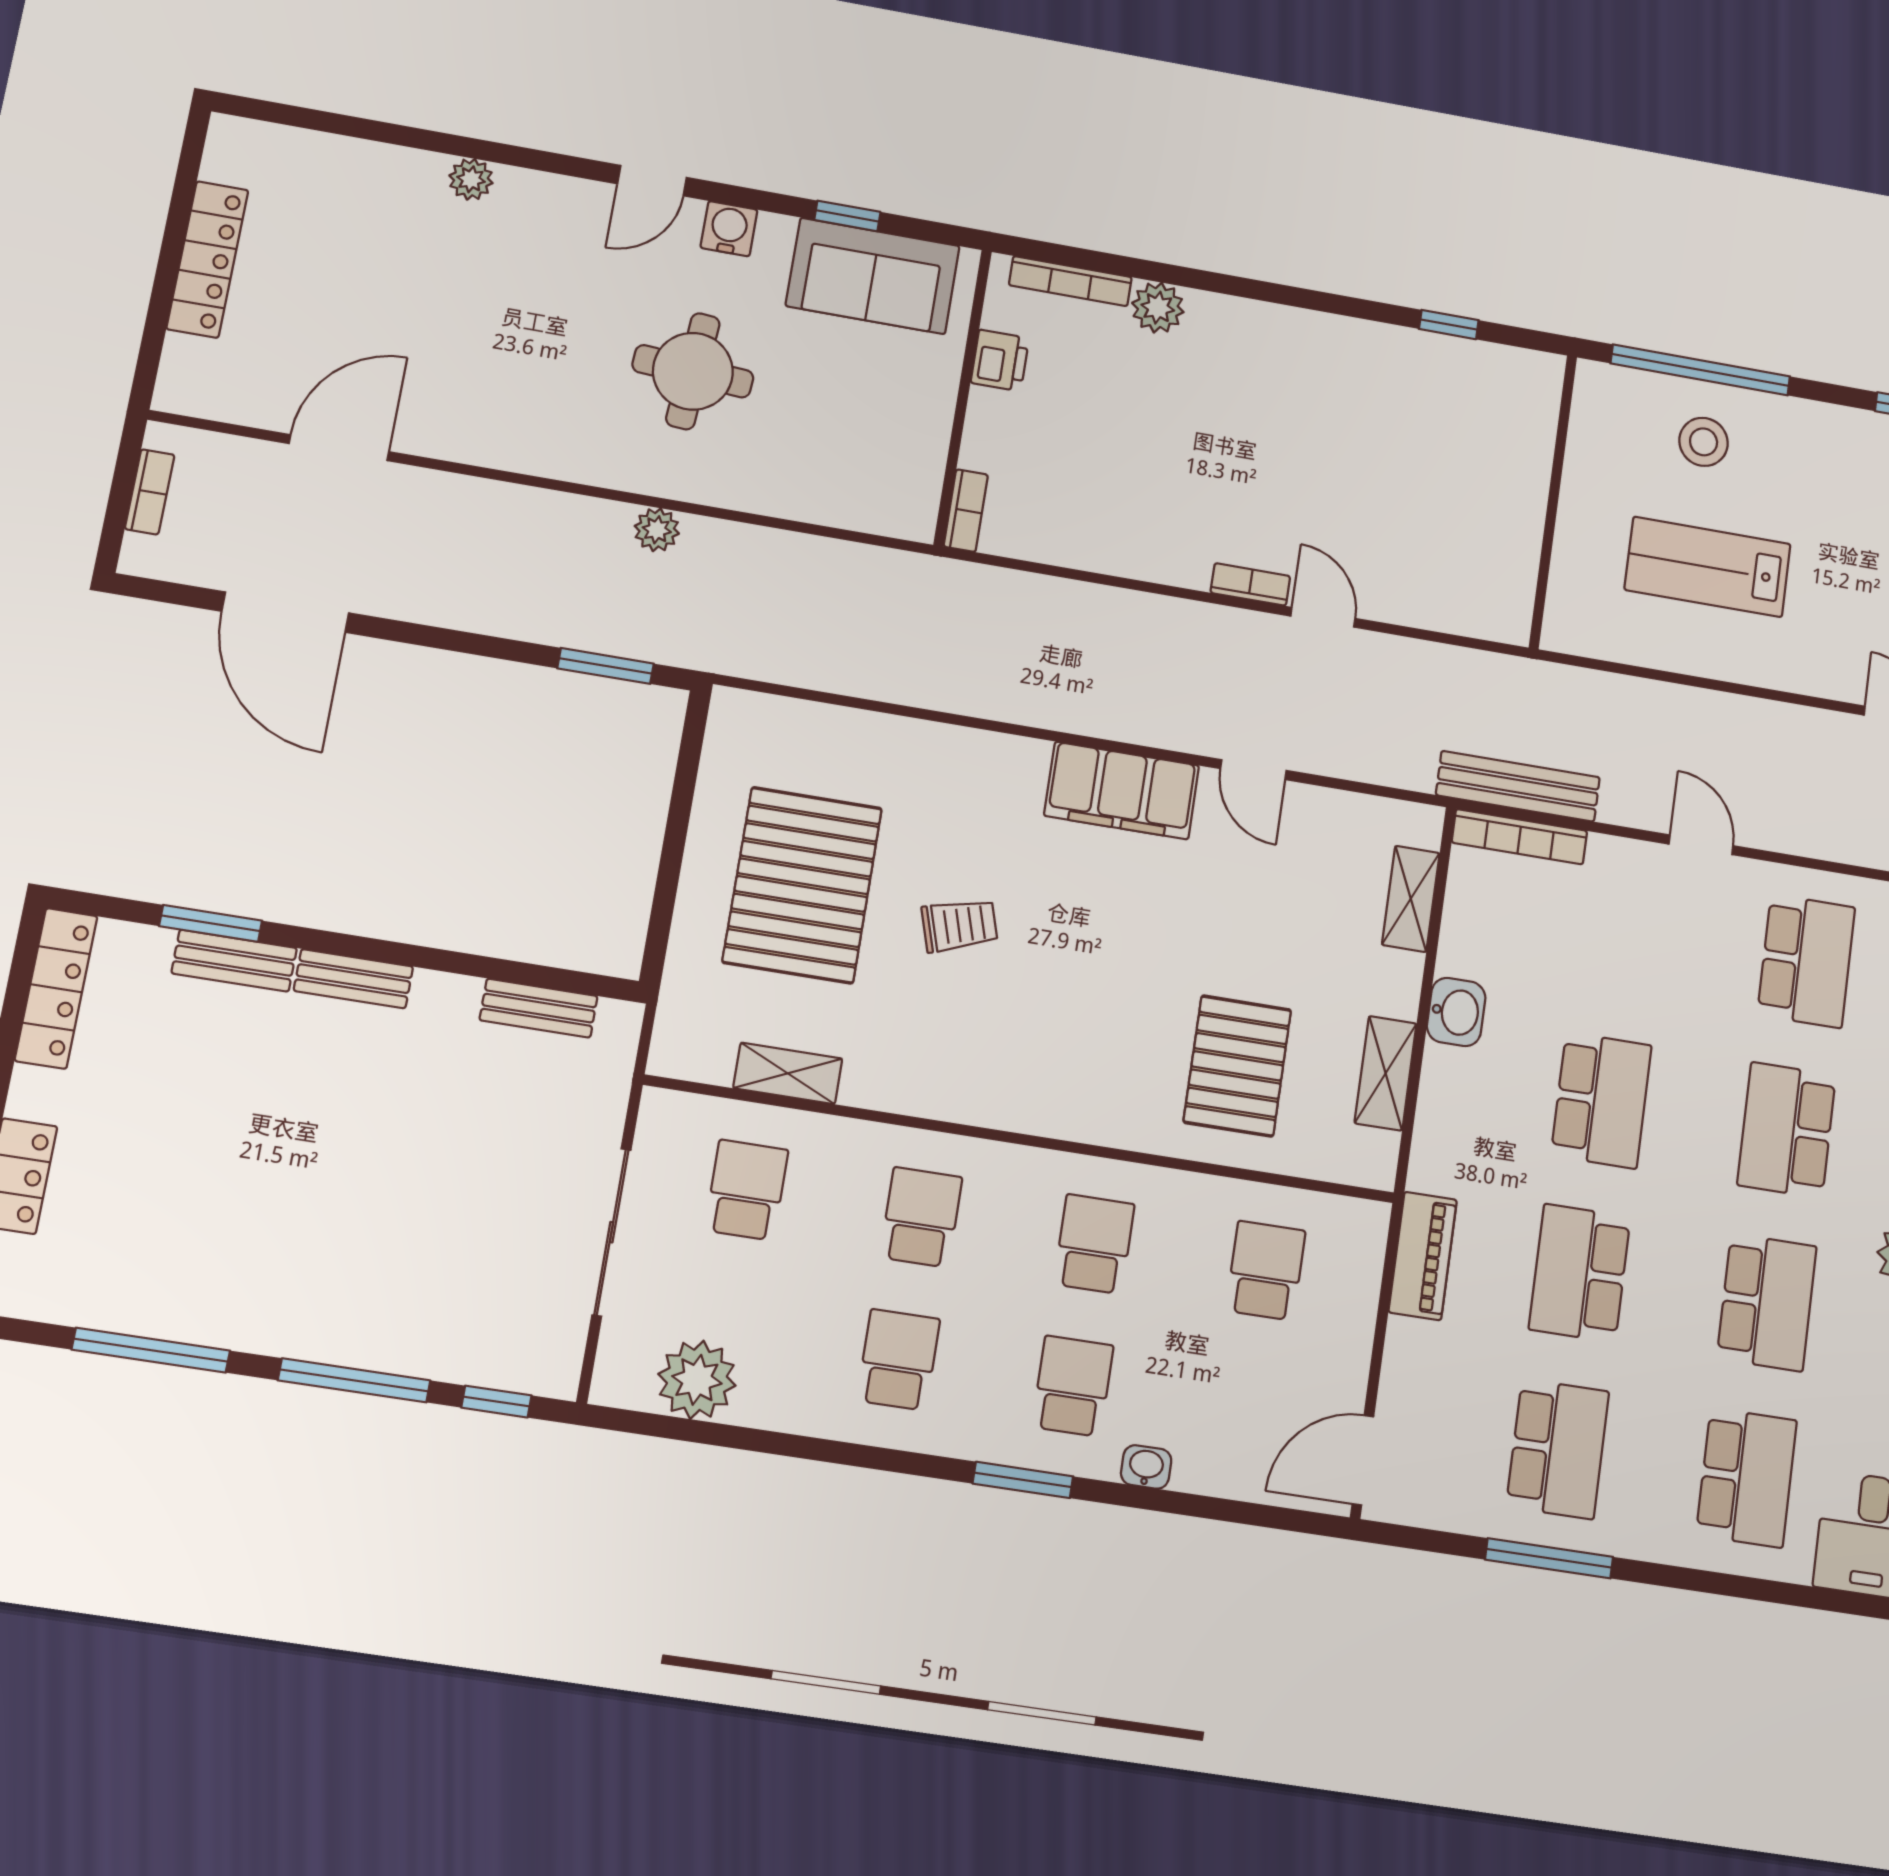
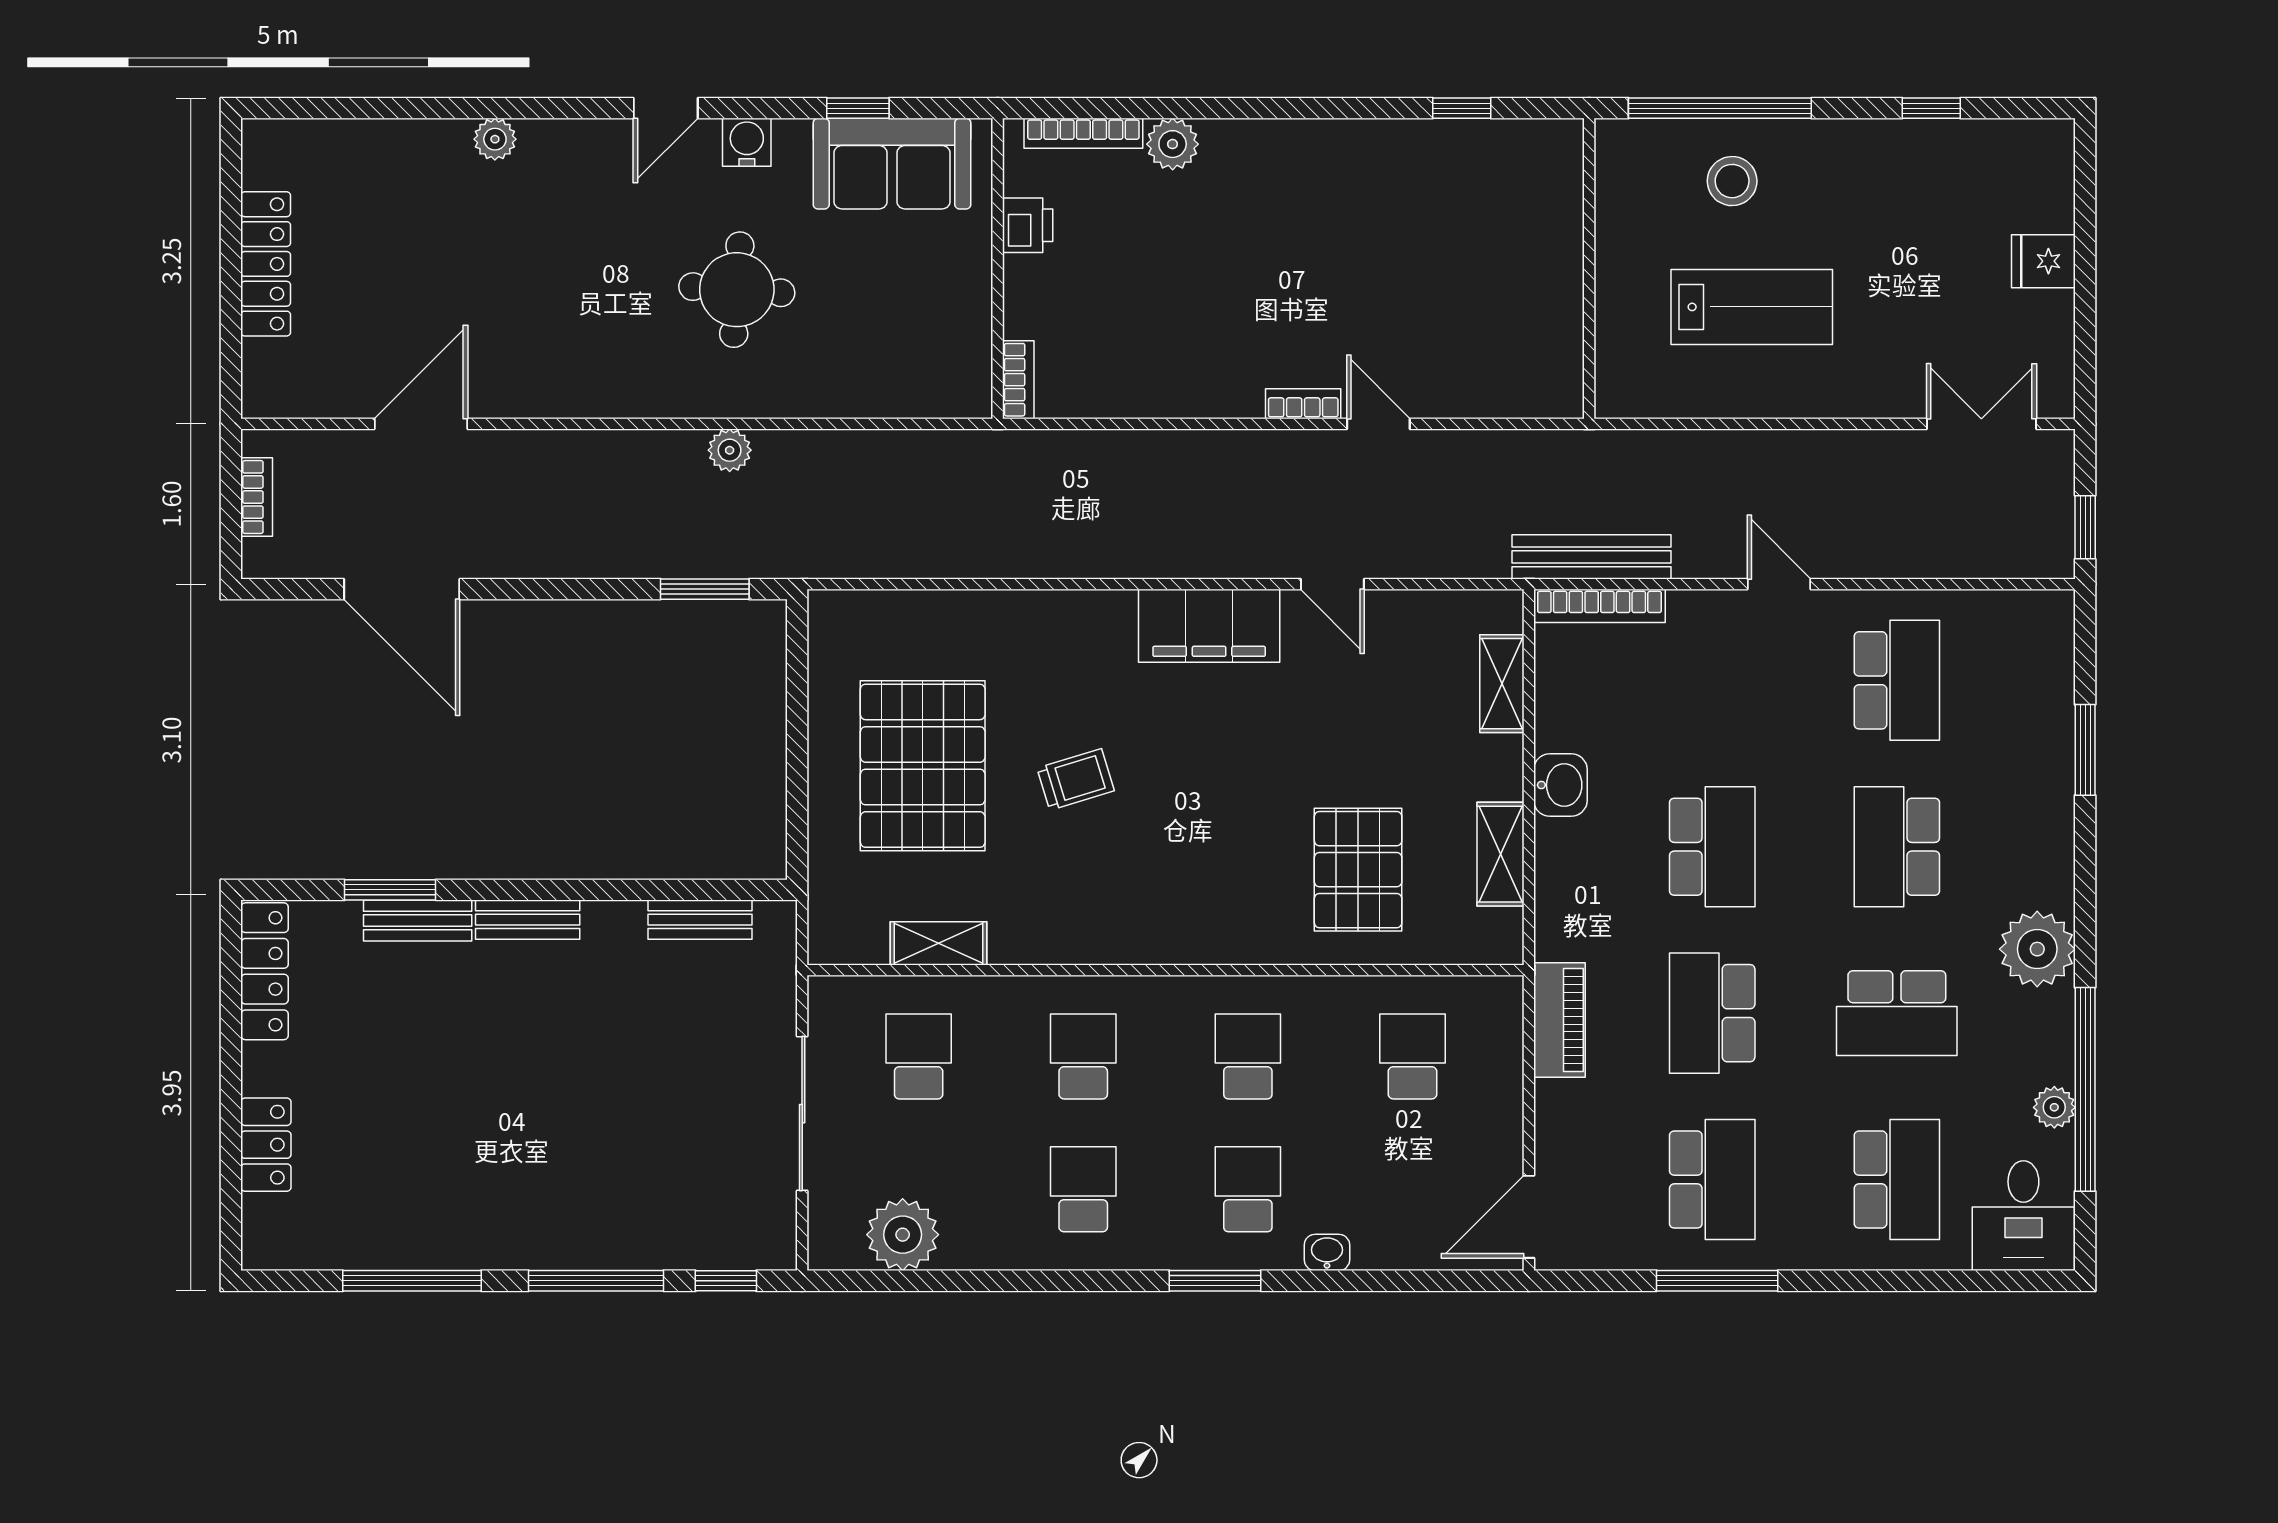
lab bench: (1708, 567) -> (1752, 307), turned 180
school desk: (1767, 1302) -> (1897, 1013), turned 90

